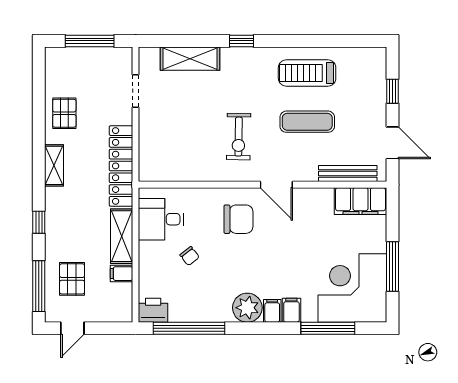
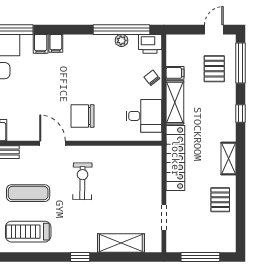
treadmill: (307, 73) -> (28, 232), turned 180
chair: (190, 256) -> (152, 78), moved
plant: (247, 308) -> (122, 40), moved, width x0.53, depth x0.53

